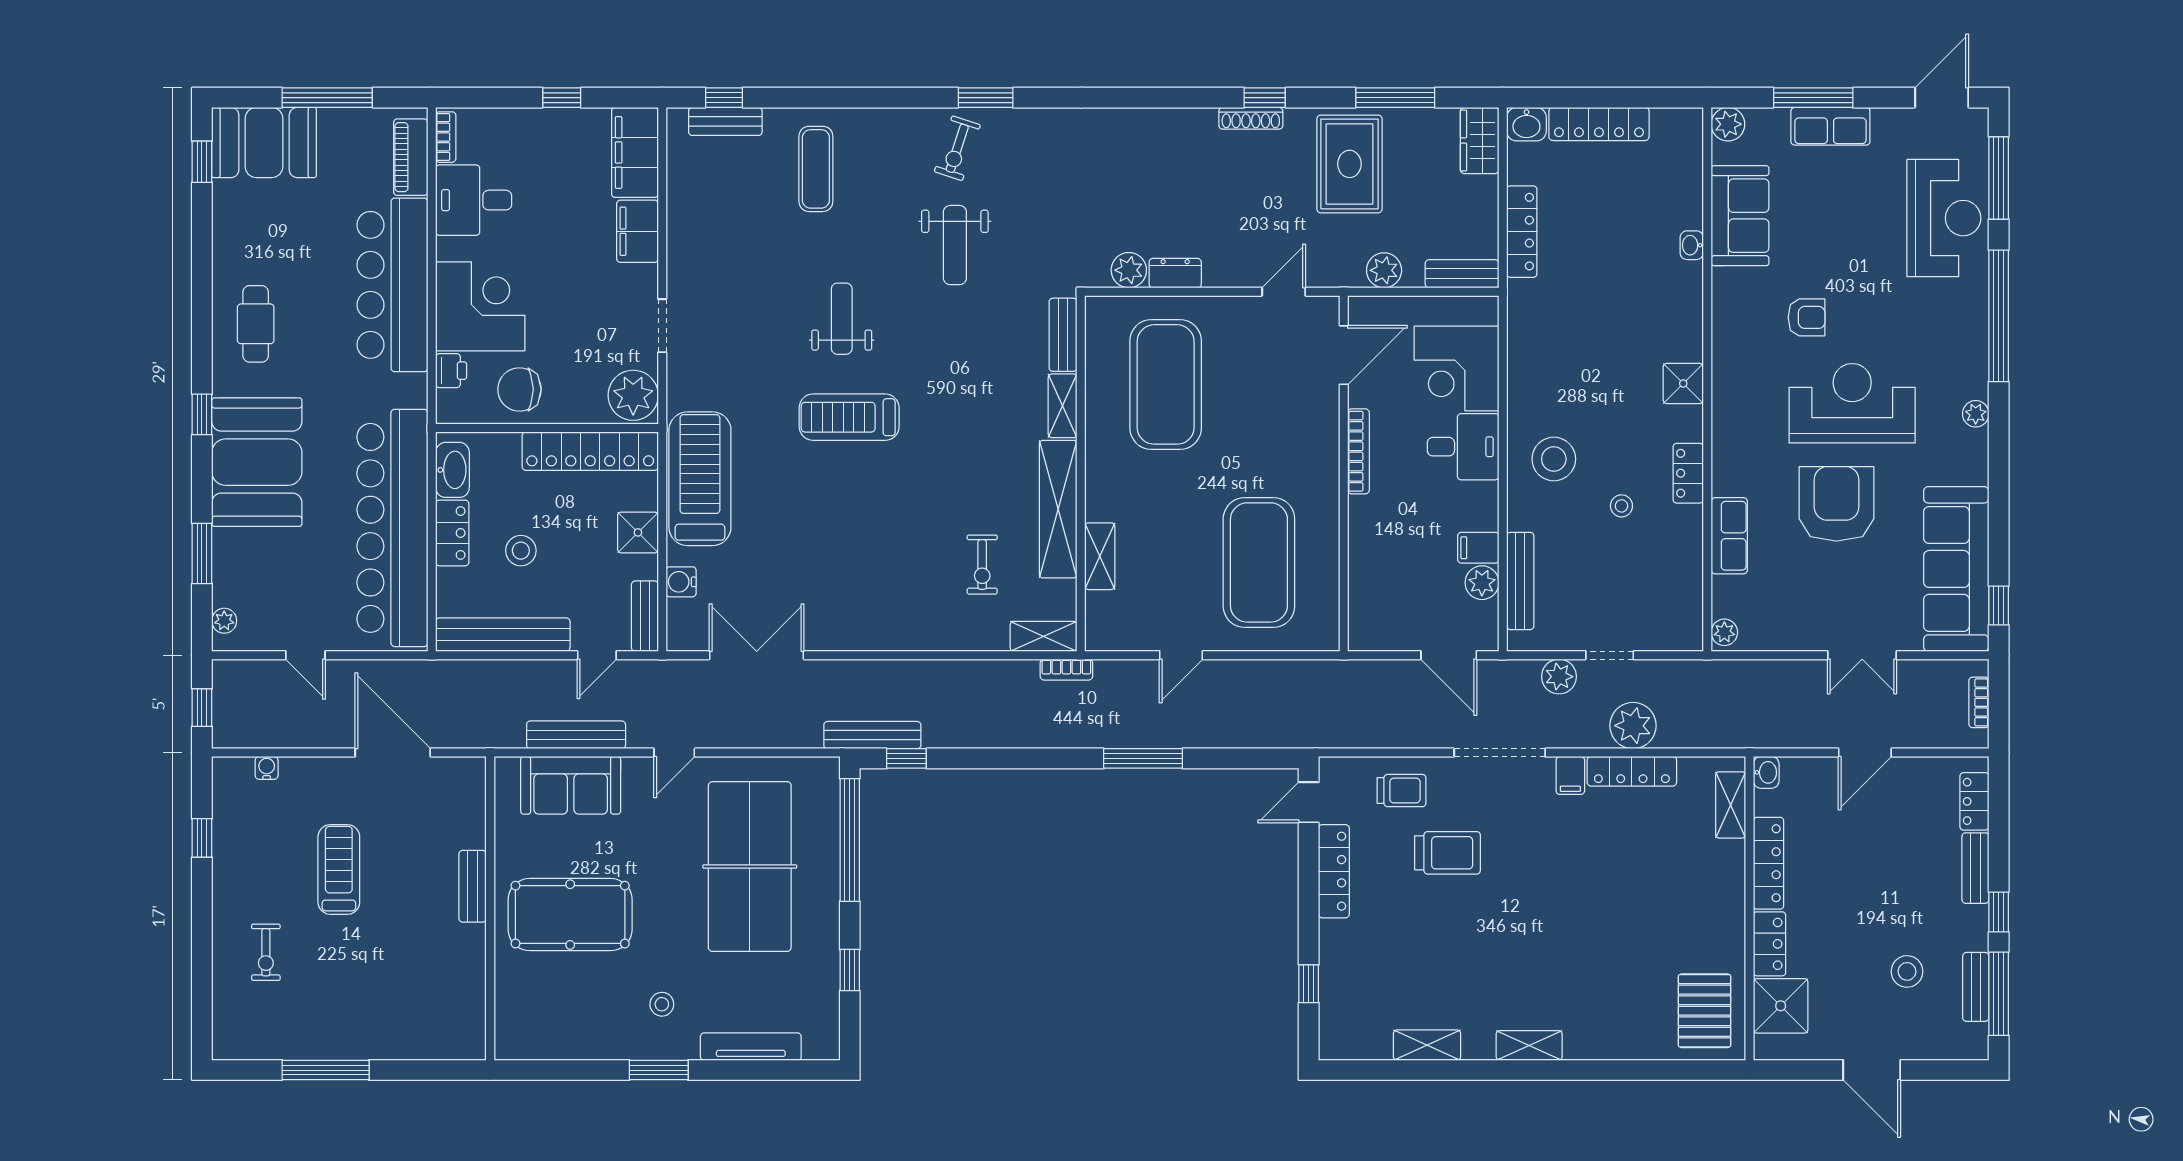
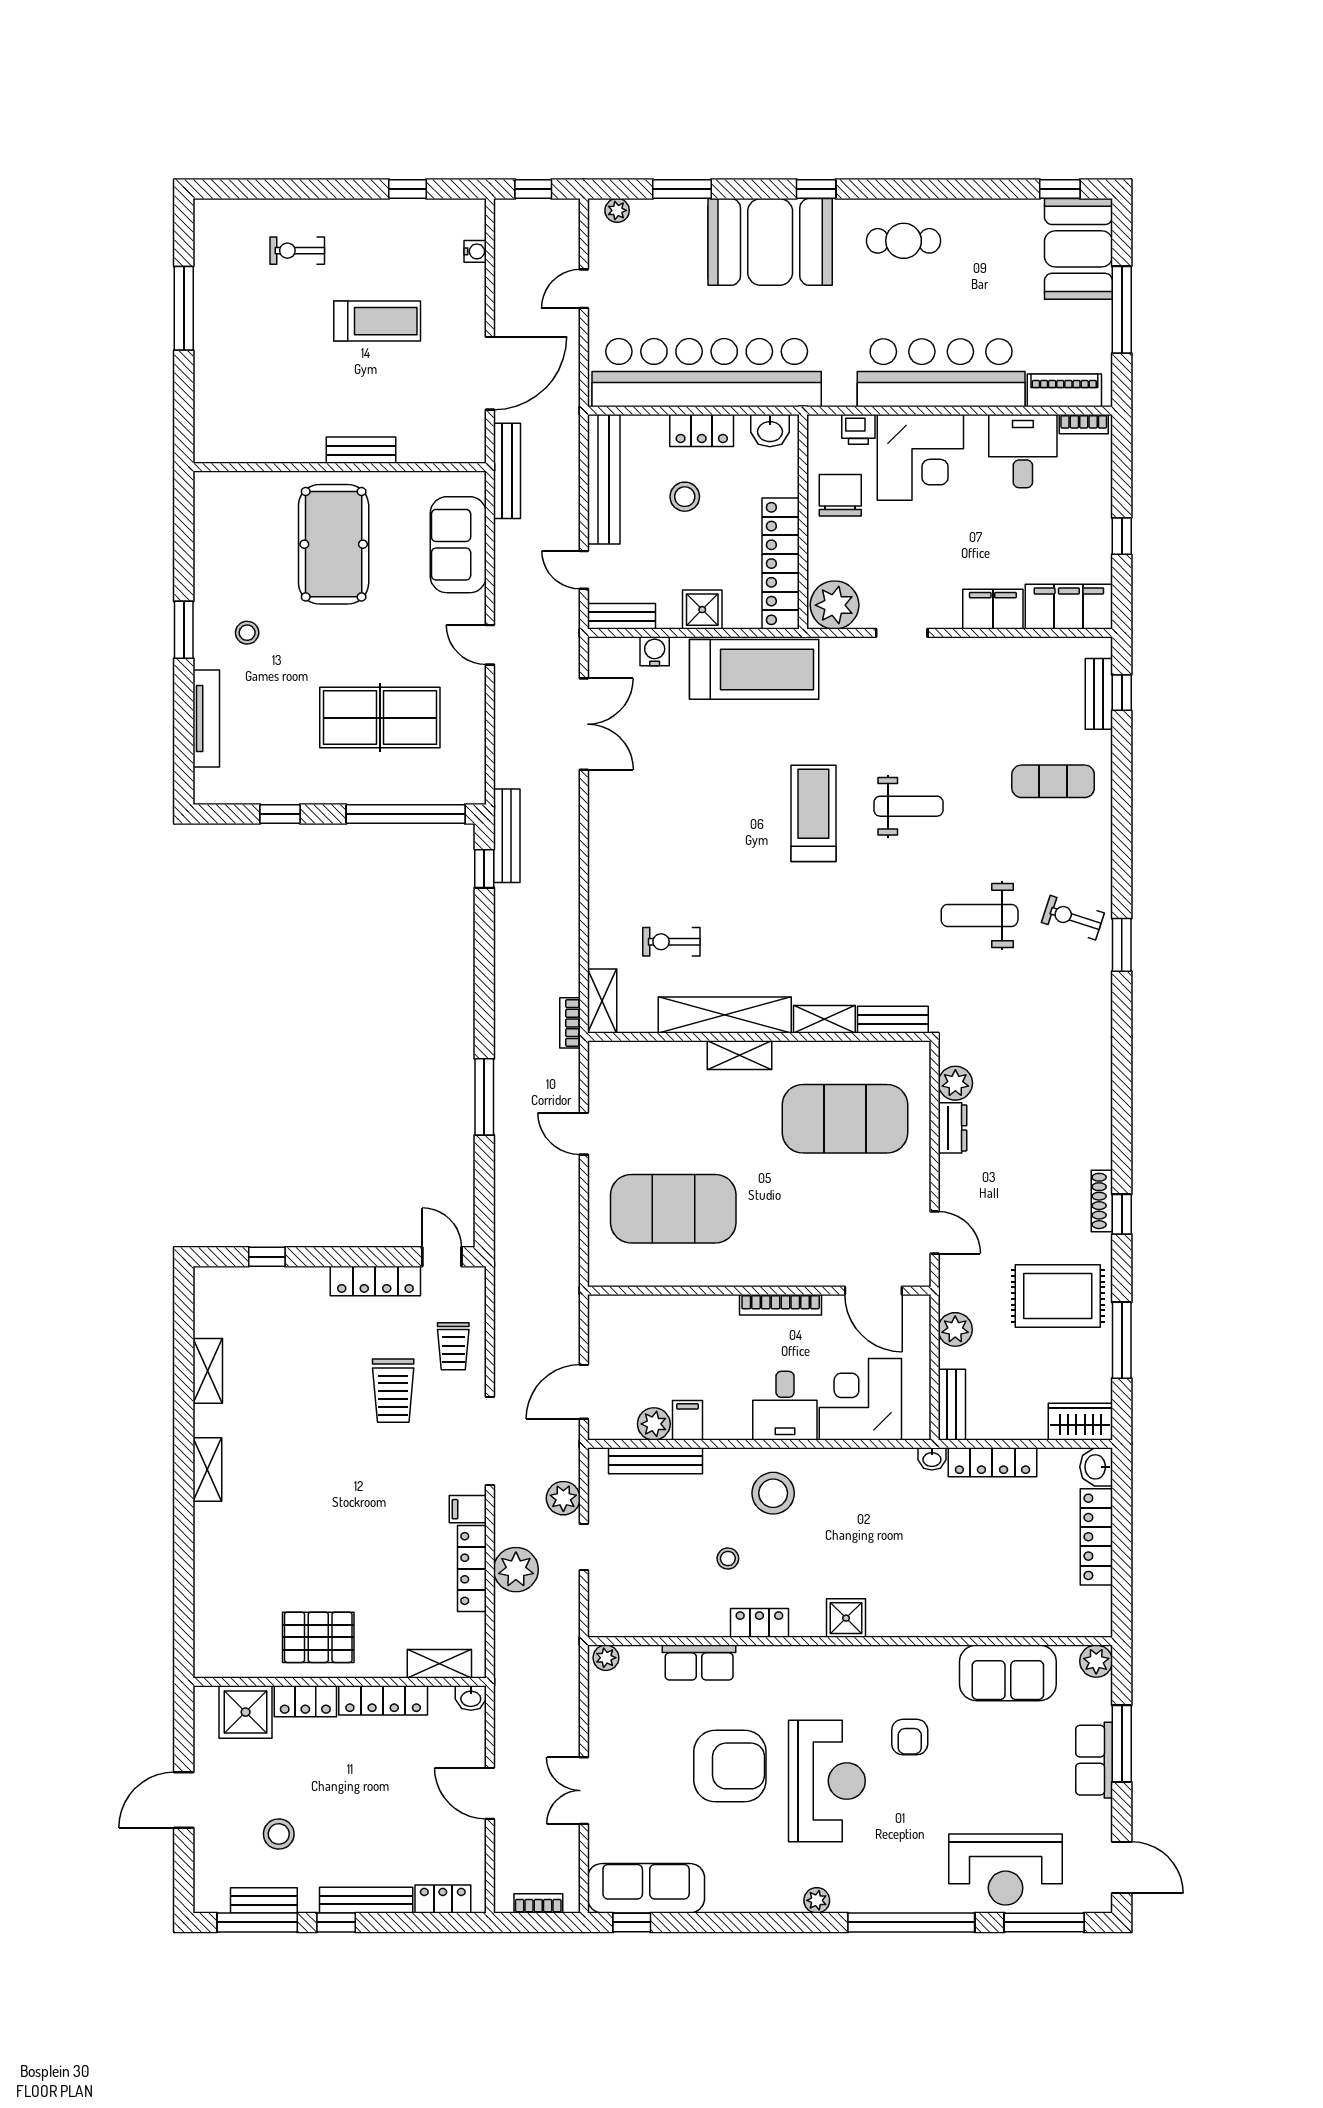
washbasin: (1692, 245) -> (932, 1459), moved, turned 180
washbasin: (452, 470) -> (770, 431), width x0.72
shelving: (1100, 556) -> (740, 1055), moved
sofa: (1956, 569) -> (646, 1888), width x0.74, depth x0.79
bench: (576, 735) -> (507, 471), moved
table tennis table: (750, 867) -> (380, 718), width x0.73, depth x0.76
bench: (1975, 868) -> (366, 1900), width x1.36
pallet: (1705, 1011) -> (318, 1637), moved

